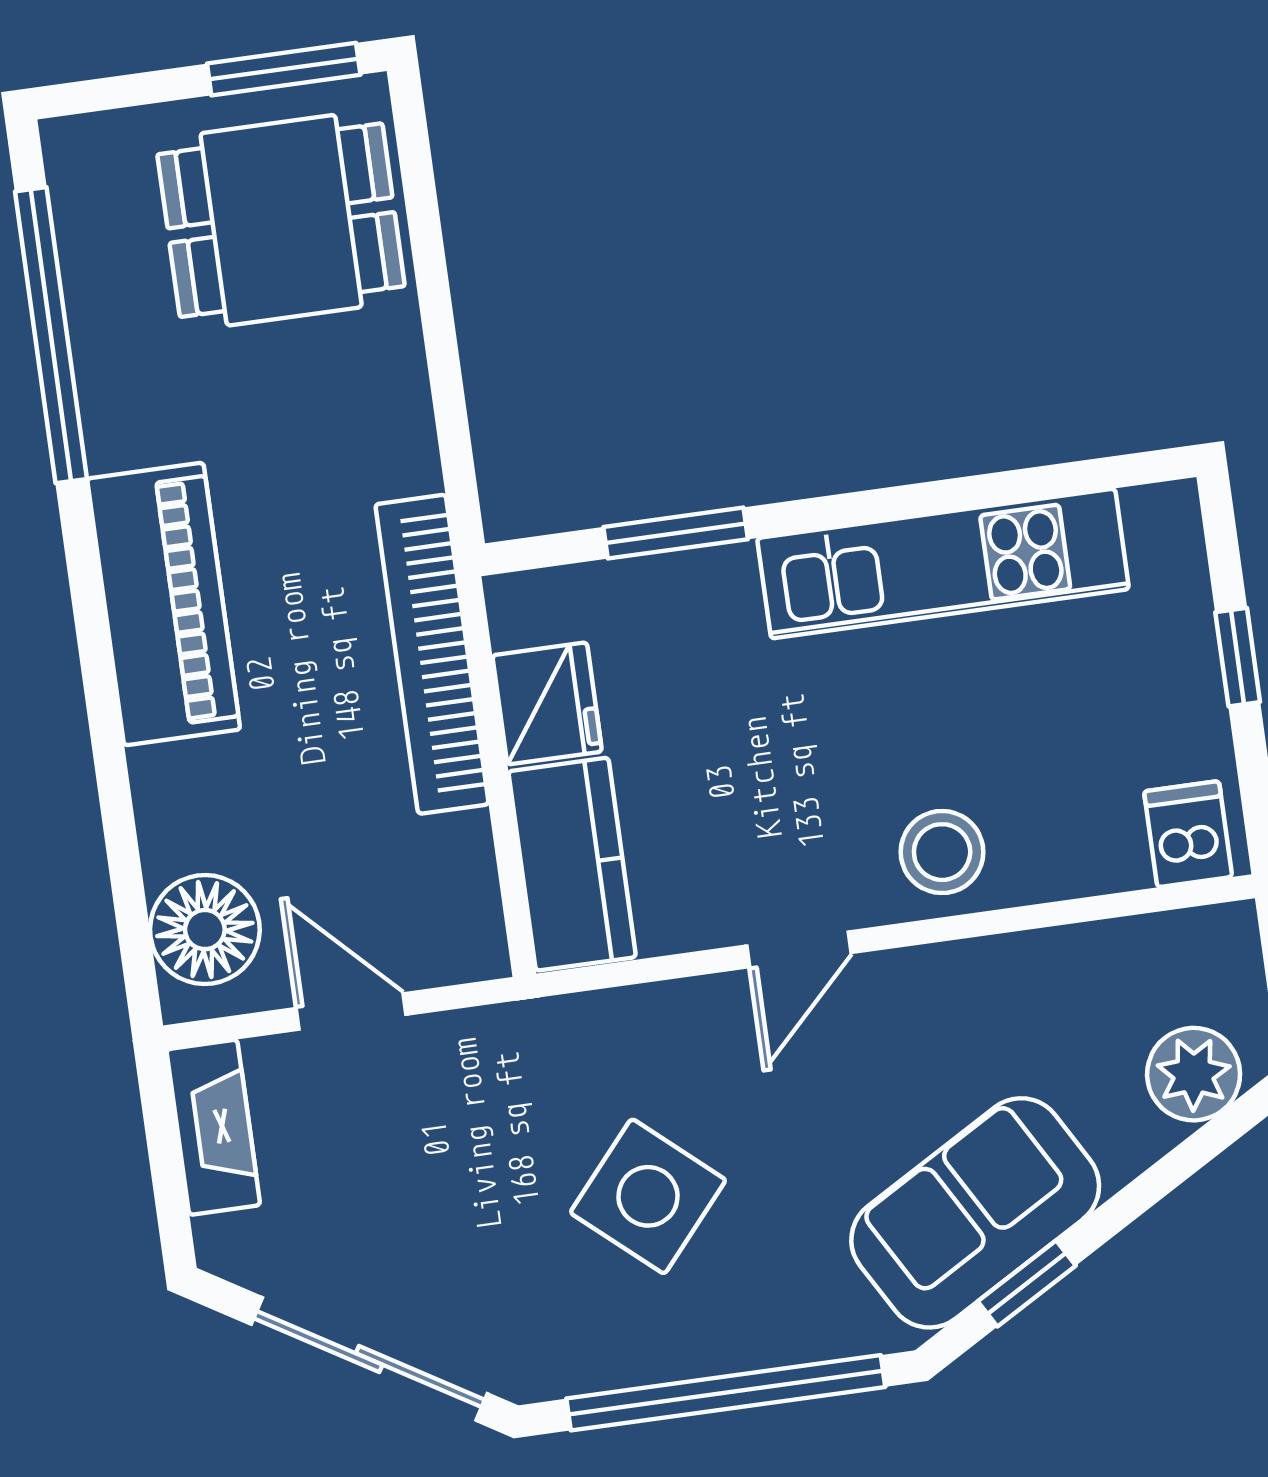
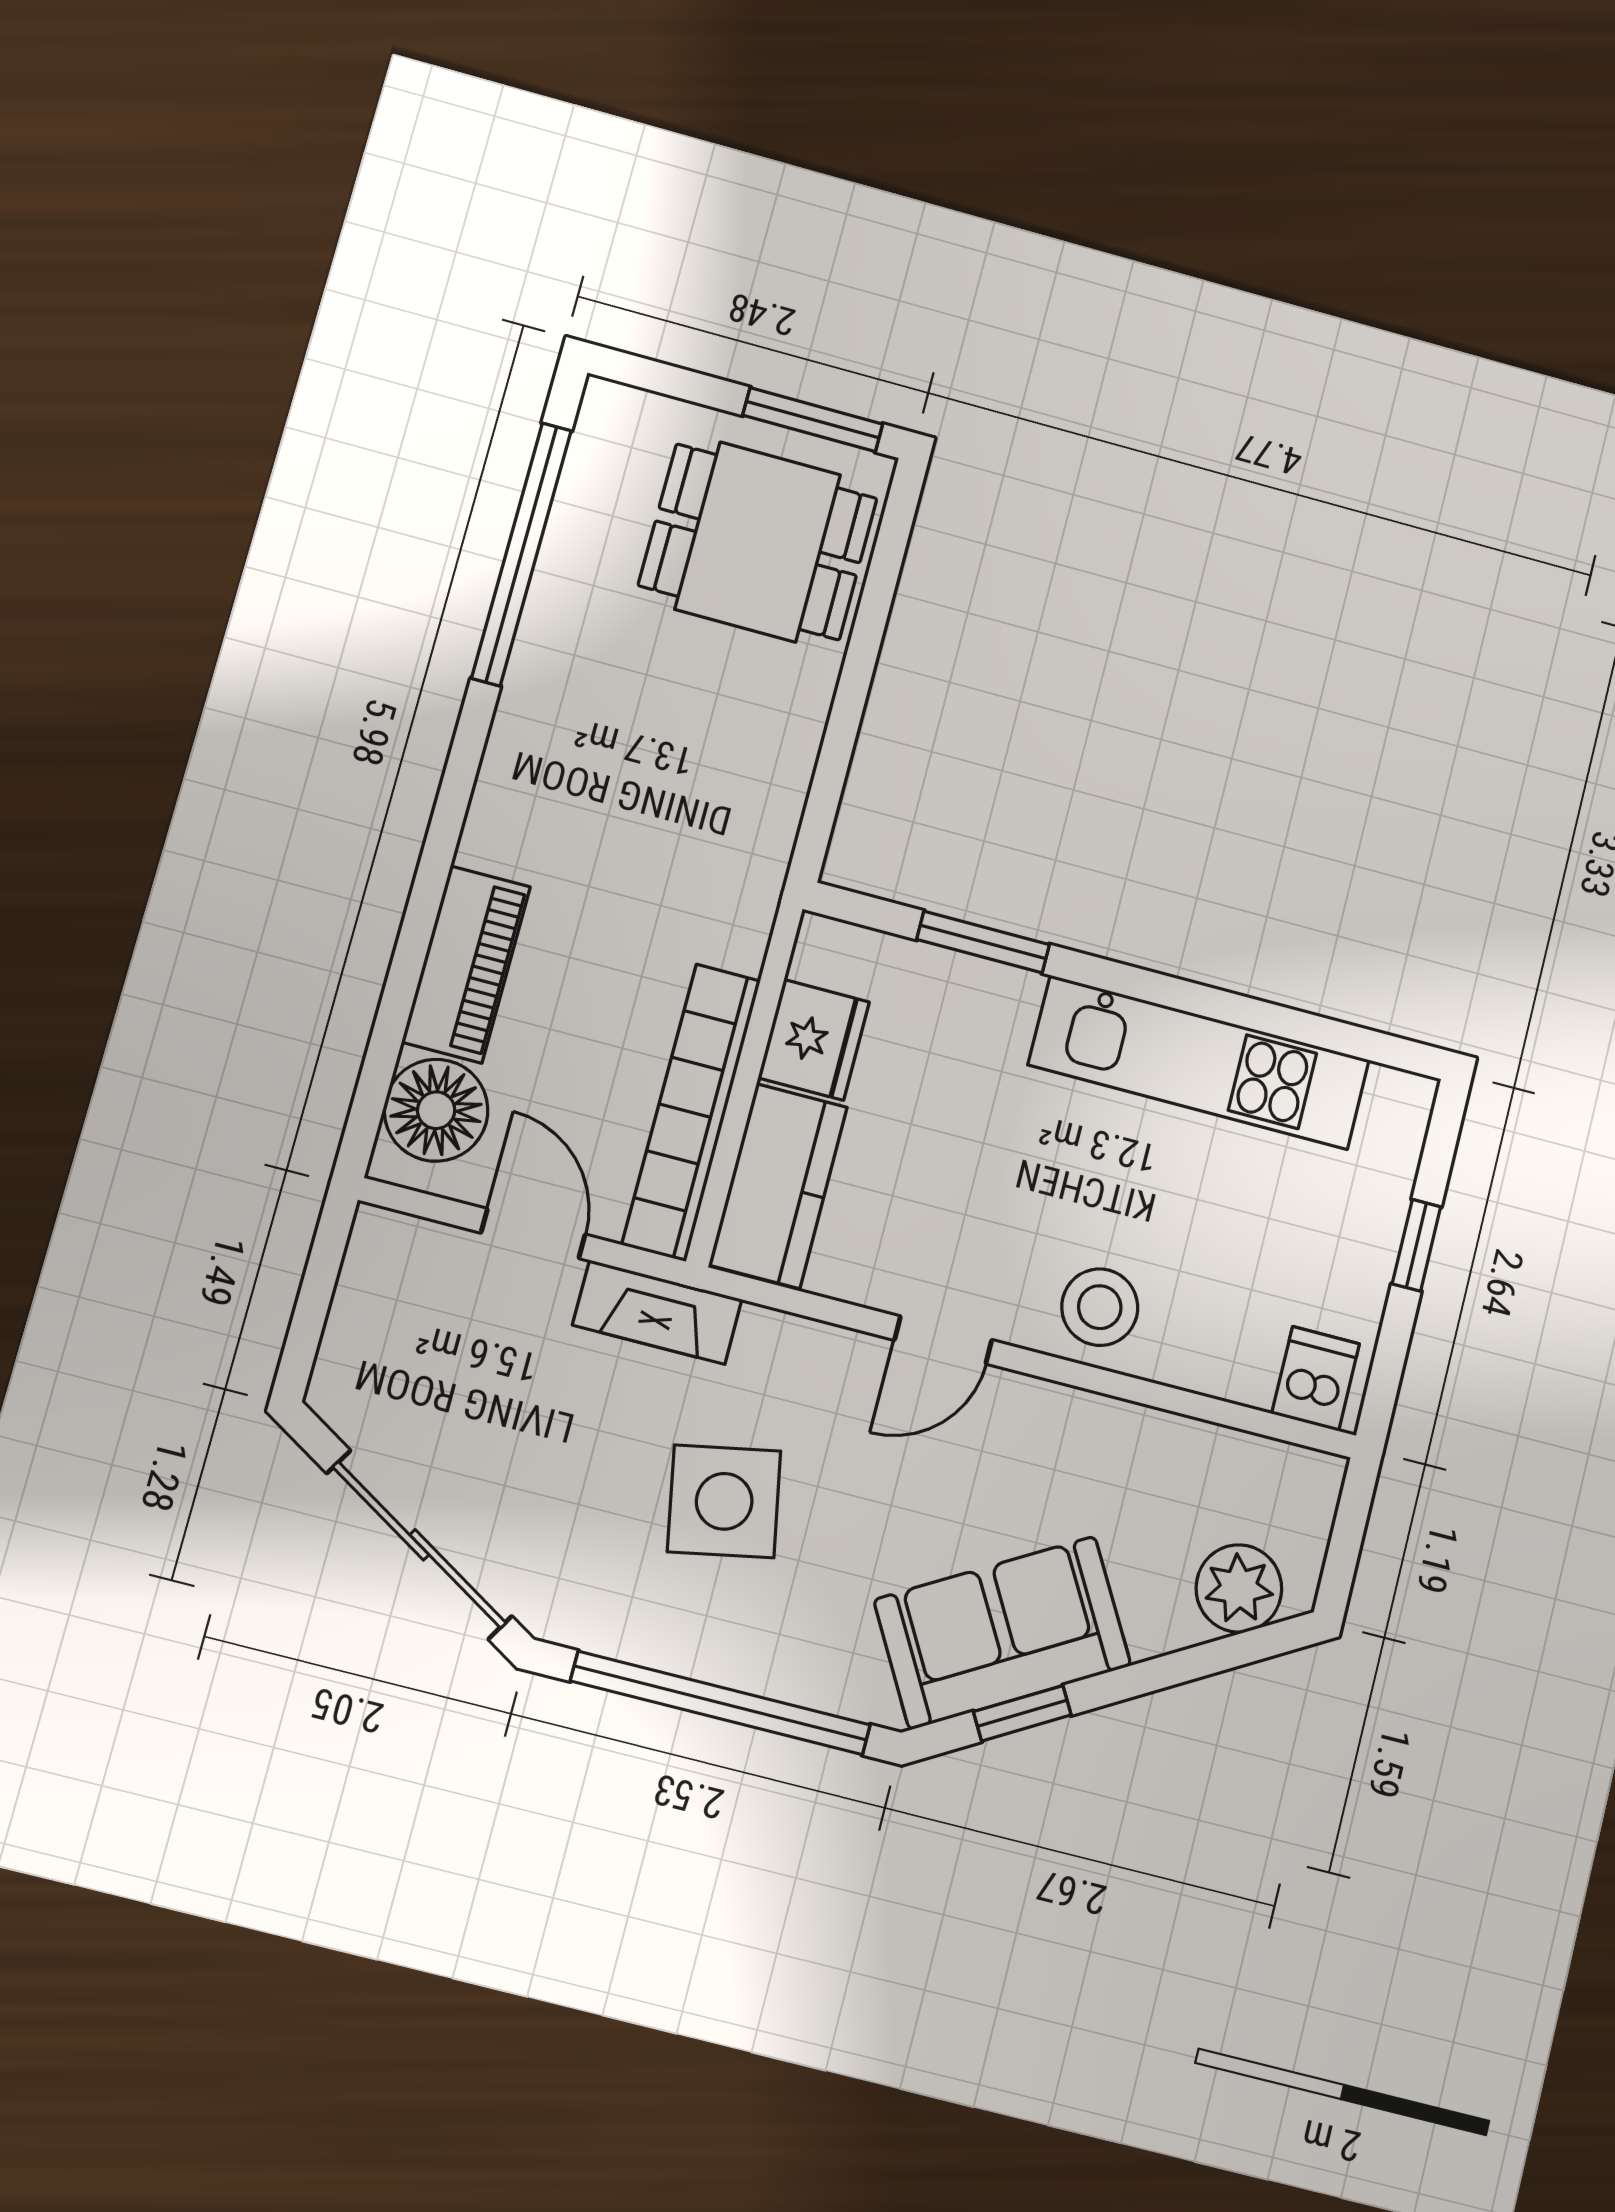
piano: (164, 604) -> (466, 964), moved, width x0.73, depth x0.75
bookcase: (432, 654) -> (691, 1112), moved
fireplace: (213, 1127) -> (657, 1312), moved, turned 90
side table: (648, 1196) -> (724, 1501), turned 38

